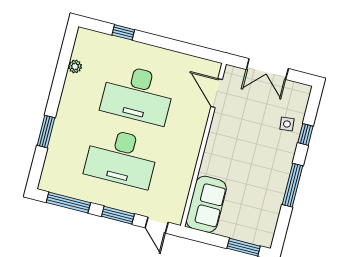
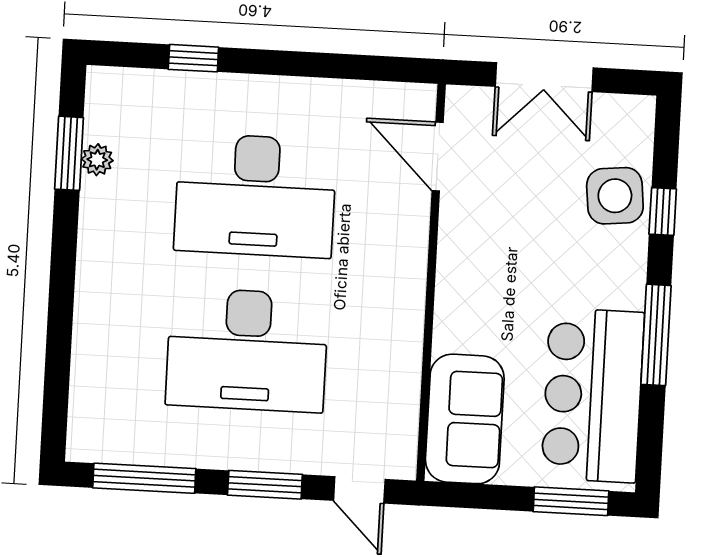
side table: (287, 124) -> (615, 196), width x1.87, depth x1.87
window: (46, 132) -> (69, 153), moved
bar counter: (261, 205) -> (593, 395), added

